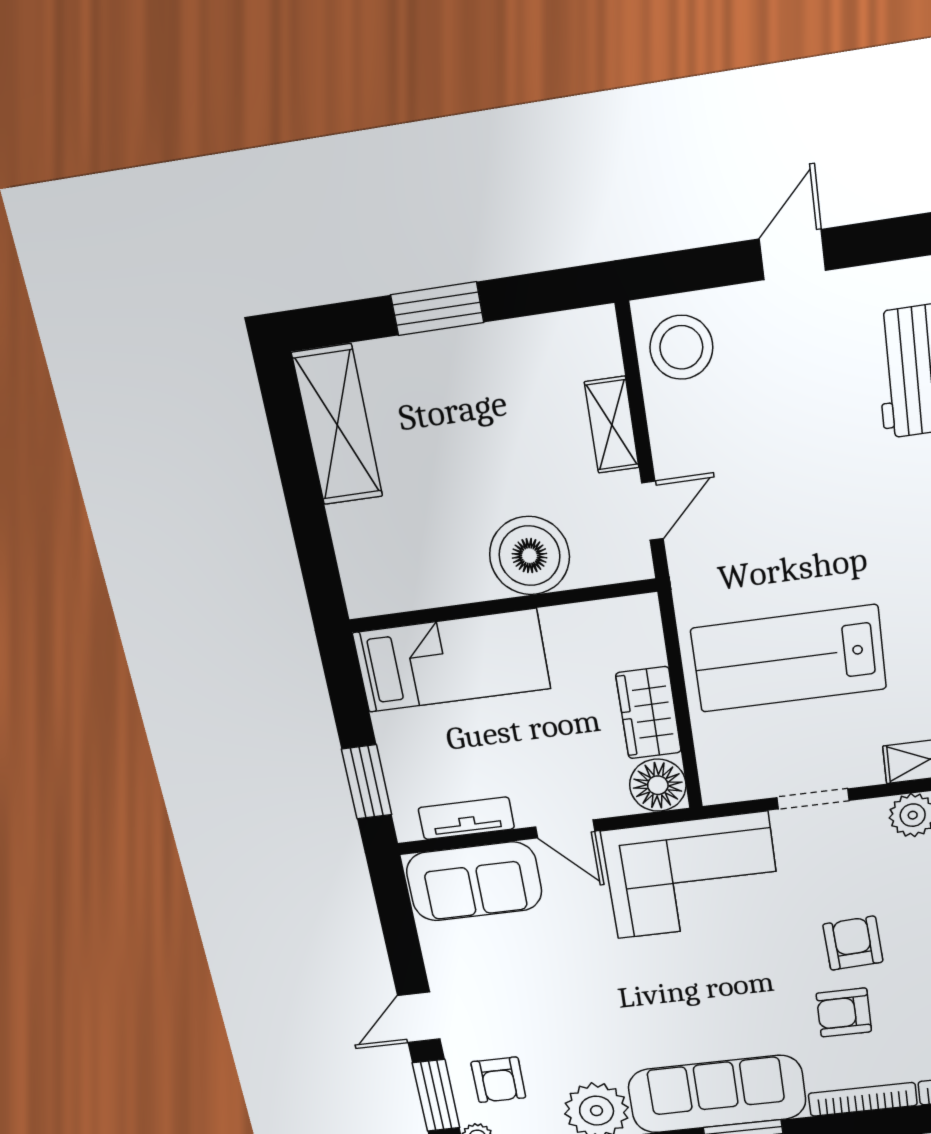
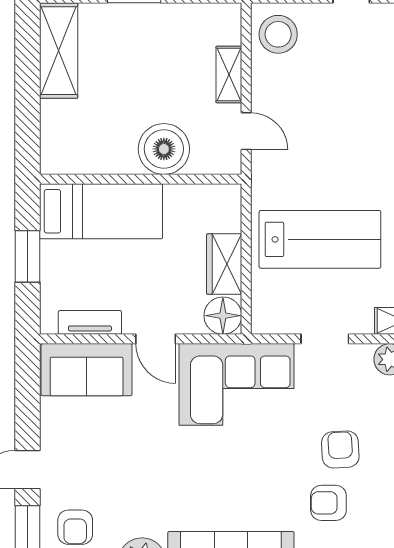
door: (653, 511) -> (246, 131), hinge flipped
lab bench: (789, 659) -> (320, 239), turned 180
window: (367, 782) -> (27, 256), moved

